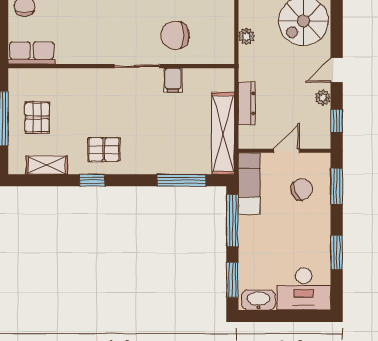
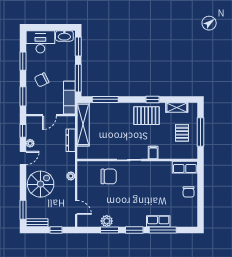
filing cabinet: (173, 80) -> (153, 153), moved
pallet: (104, 150) -> (146, 116), width x1.50, depth x1.42
chair: (302, 189) -> (42, 80), moved

